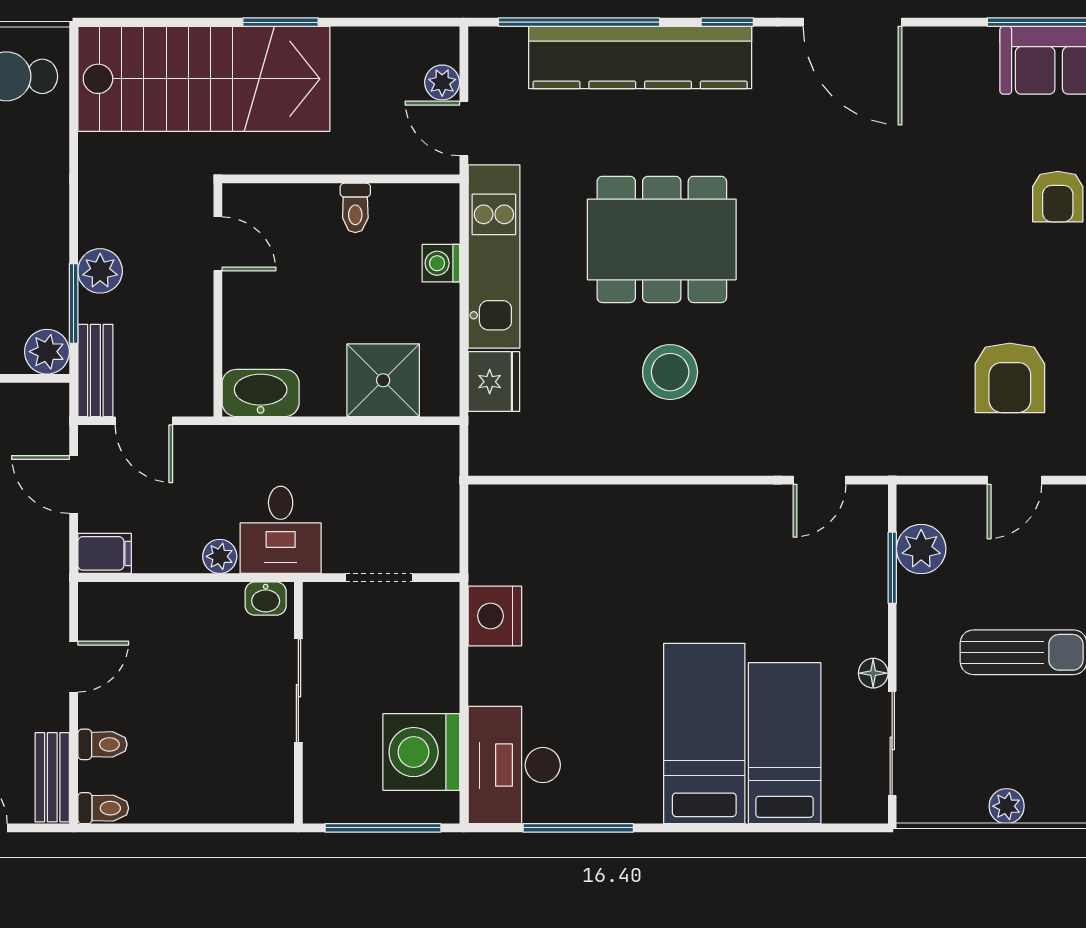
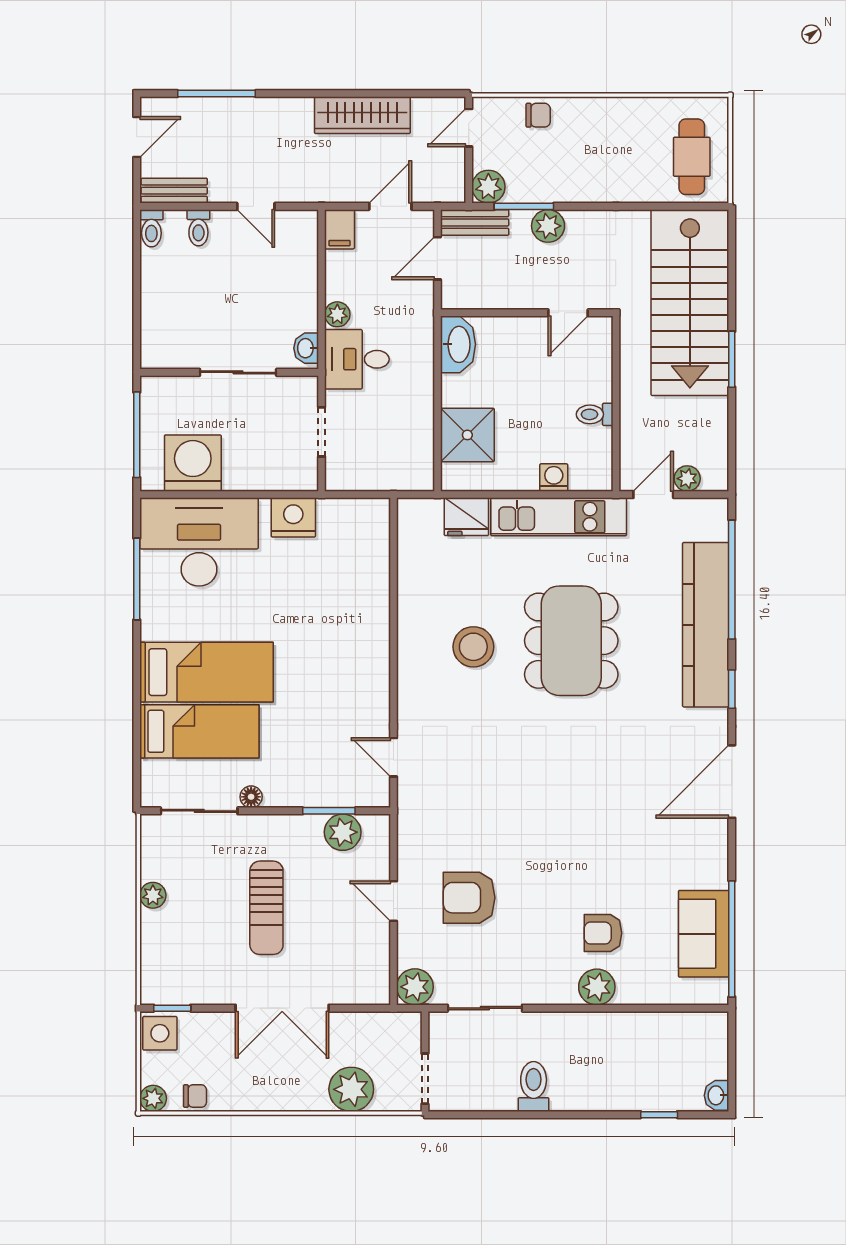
desk: (514, 765) -> (199, 542), width x1.36, depth x1.30

